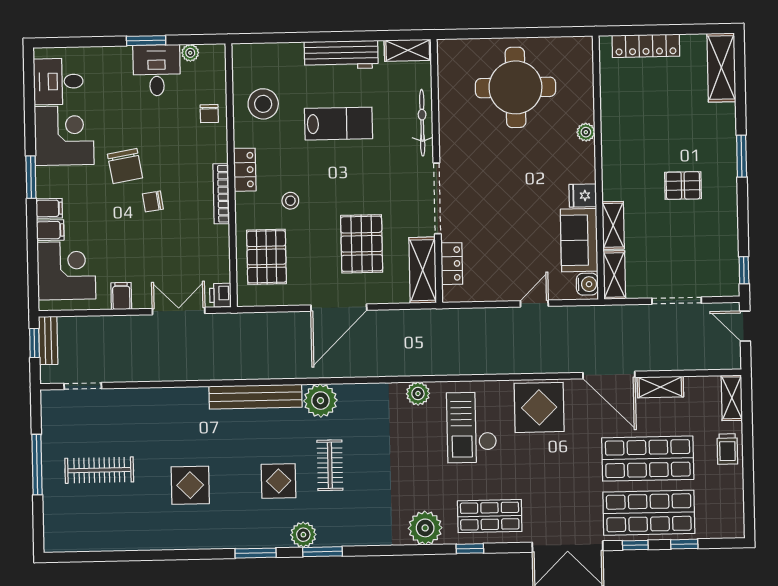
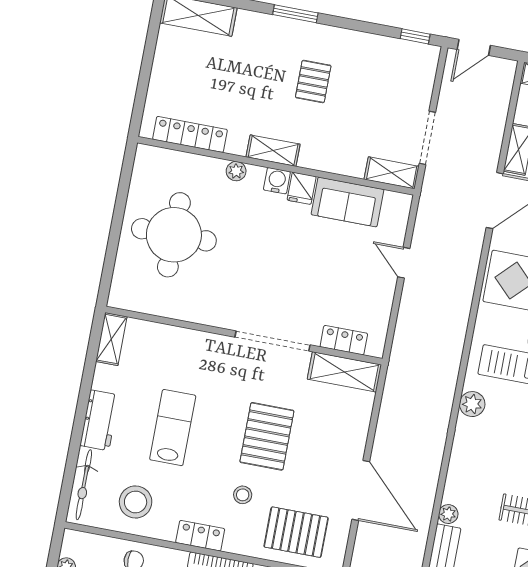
locker: (646, 46) -> (190, 134), moved, turned -90
workbench: (341, 55) -> (100, 420), width x0.73
bicycle: (422, 123) -> (84, 485), moved, turned -90
shelving: (613, 225) -> (273, 151), moved
pallet: (362, 244) -> (267, 436), moved, turned 90
water cooler: (587, 284) -> (277, 181), moved
doorway: (677, 301) -> (427, 138), moved
door: (339, 308) -> (361, 490), moved
plant: (320, 401) -> (448, 514), width x0.53, depth x0.53

